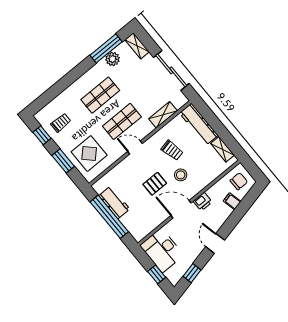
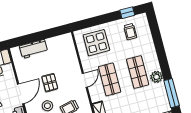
plant: (113, 59) -> (157, 77), moved
window: (63, 161) -> (100, 20), removed
workbench: (114, 202) -> (34, 49), moved
window: (109, 217) -> (40, 36), removed

